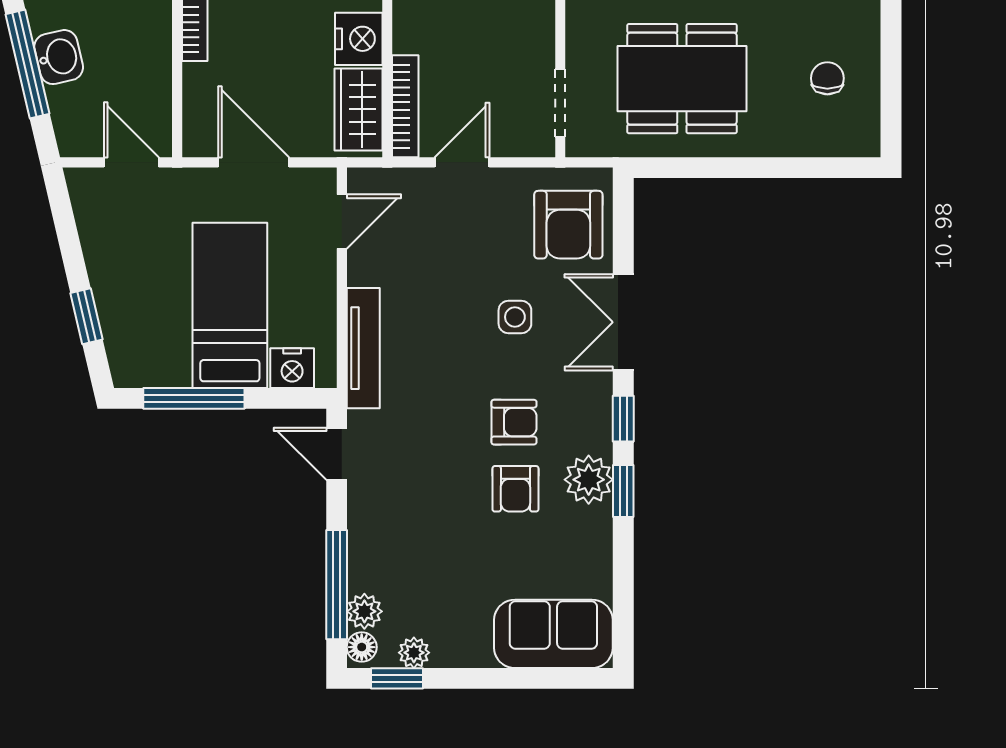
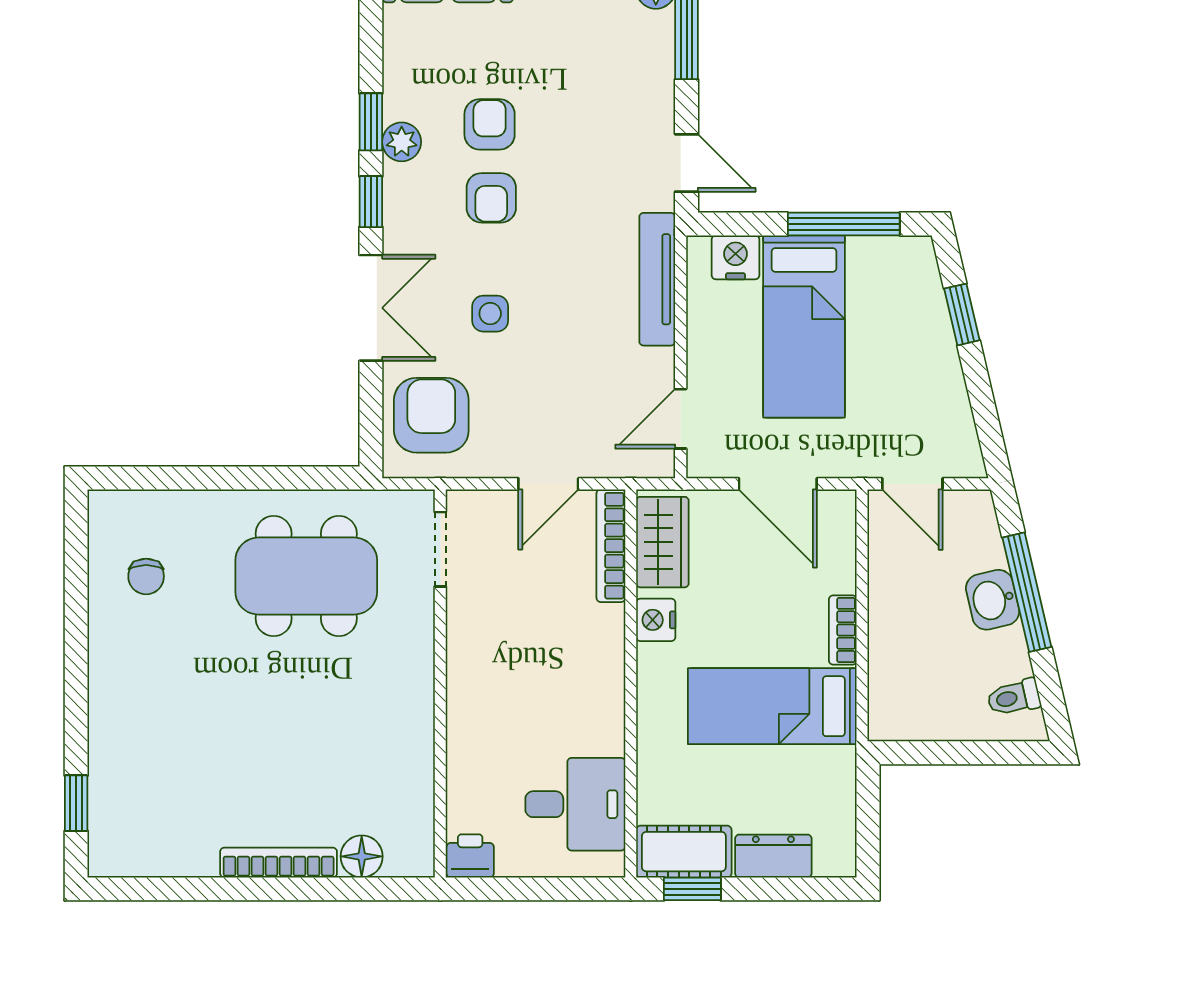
nightstand: (359, 39) -> (656, 620), width x0.74, depth x0.75
armchair: (514, 422) -> (491, 198), turned -90
plant: (589, 480) -> (402, 142), width x0.73, depth x0.73

